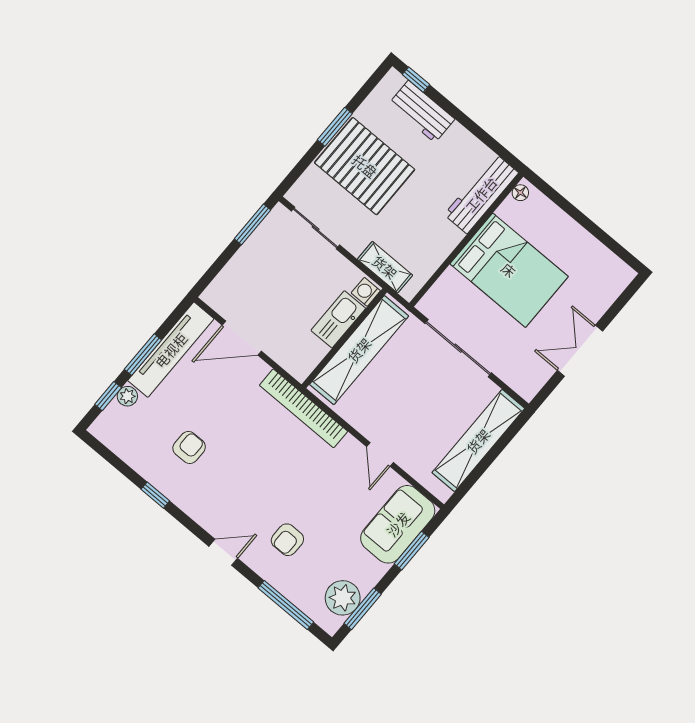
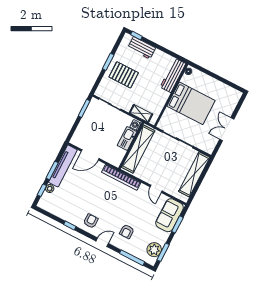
pallet: (365, 166) -> (124, 75), width x0.73, depth x0.71
armchair: (189, 447) -> (91, 221), moved

